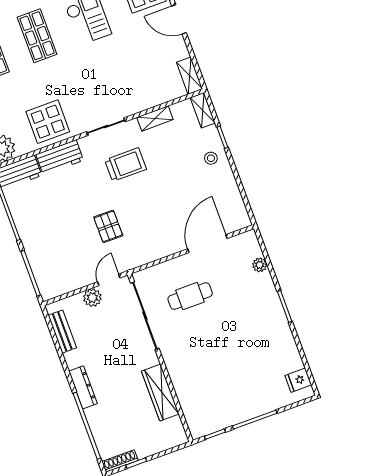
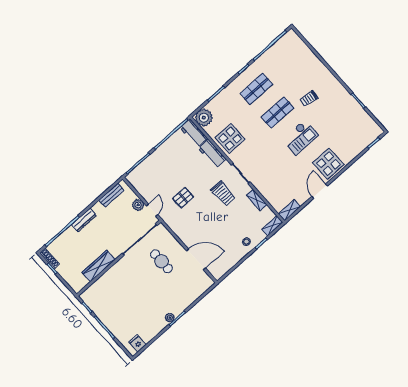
plant: (260, 265) -> (170, 318), moved
door: (109, 280) -> (152, 210), hinge flipped

